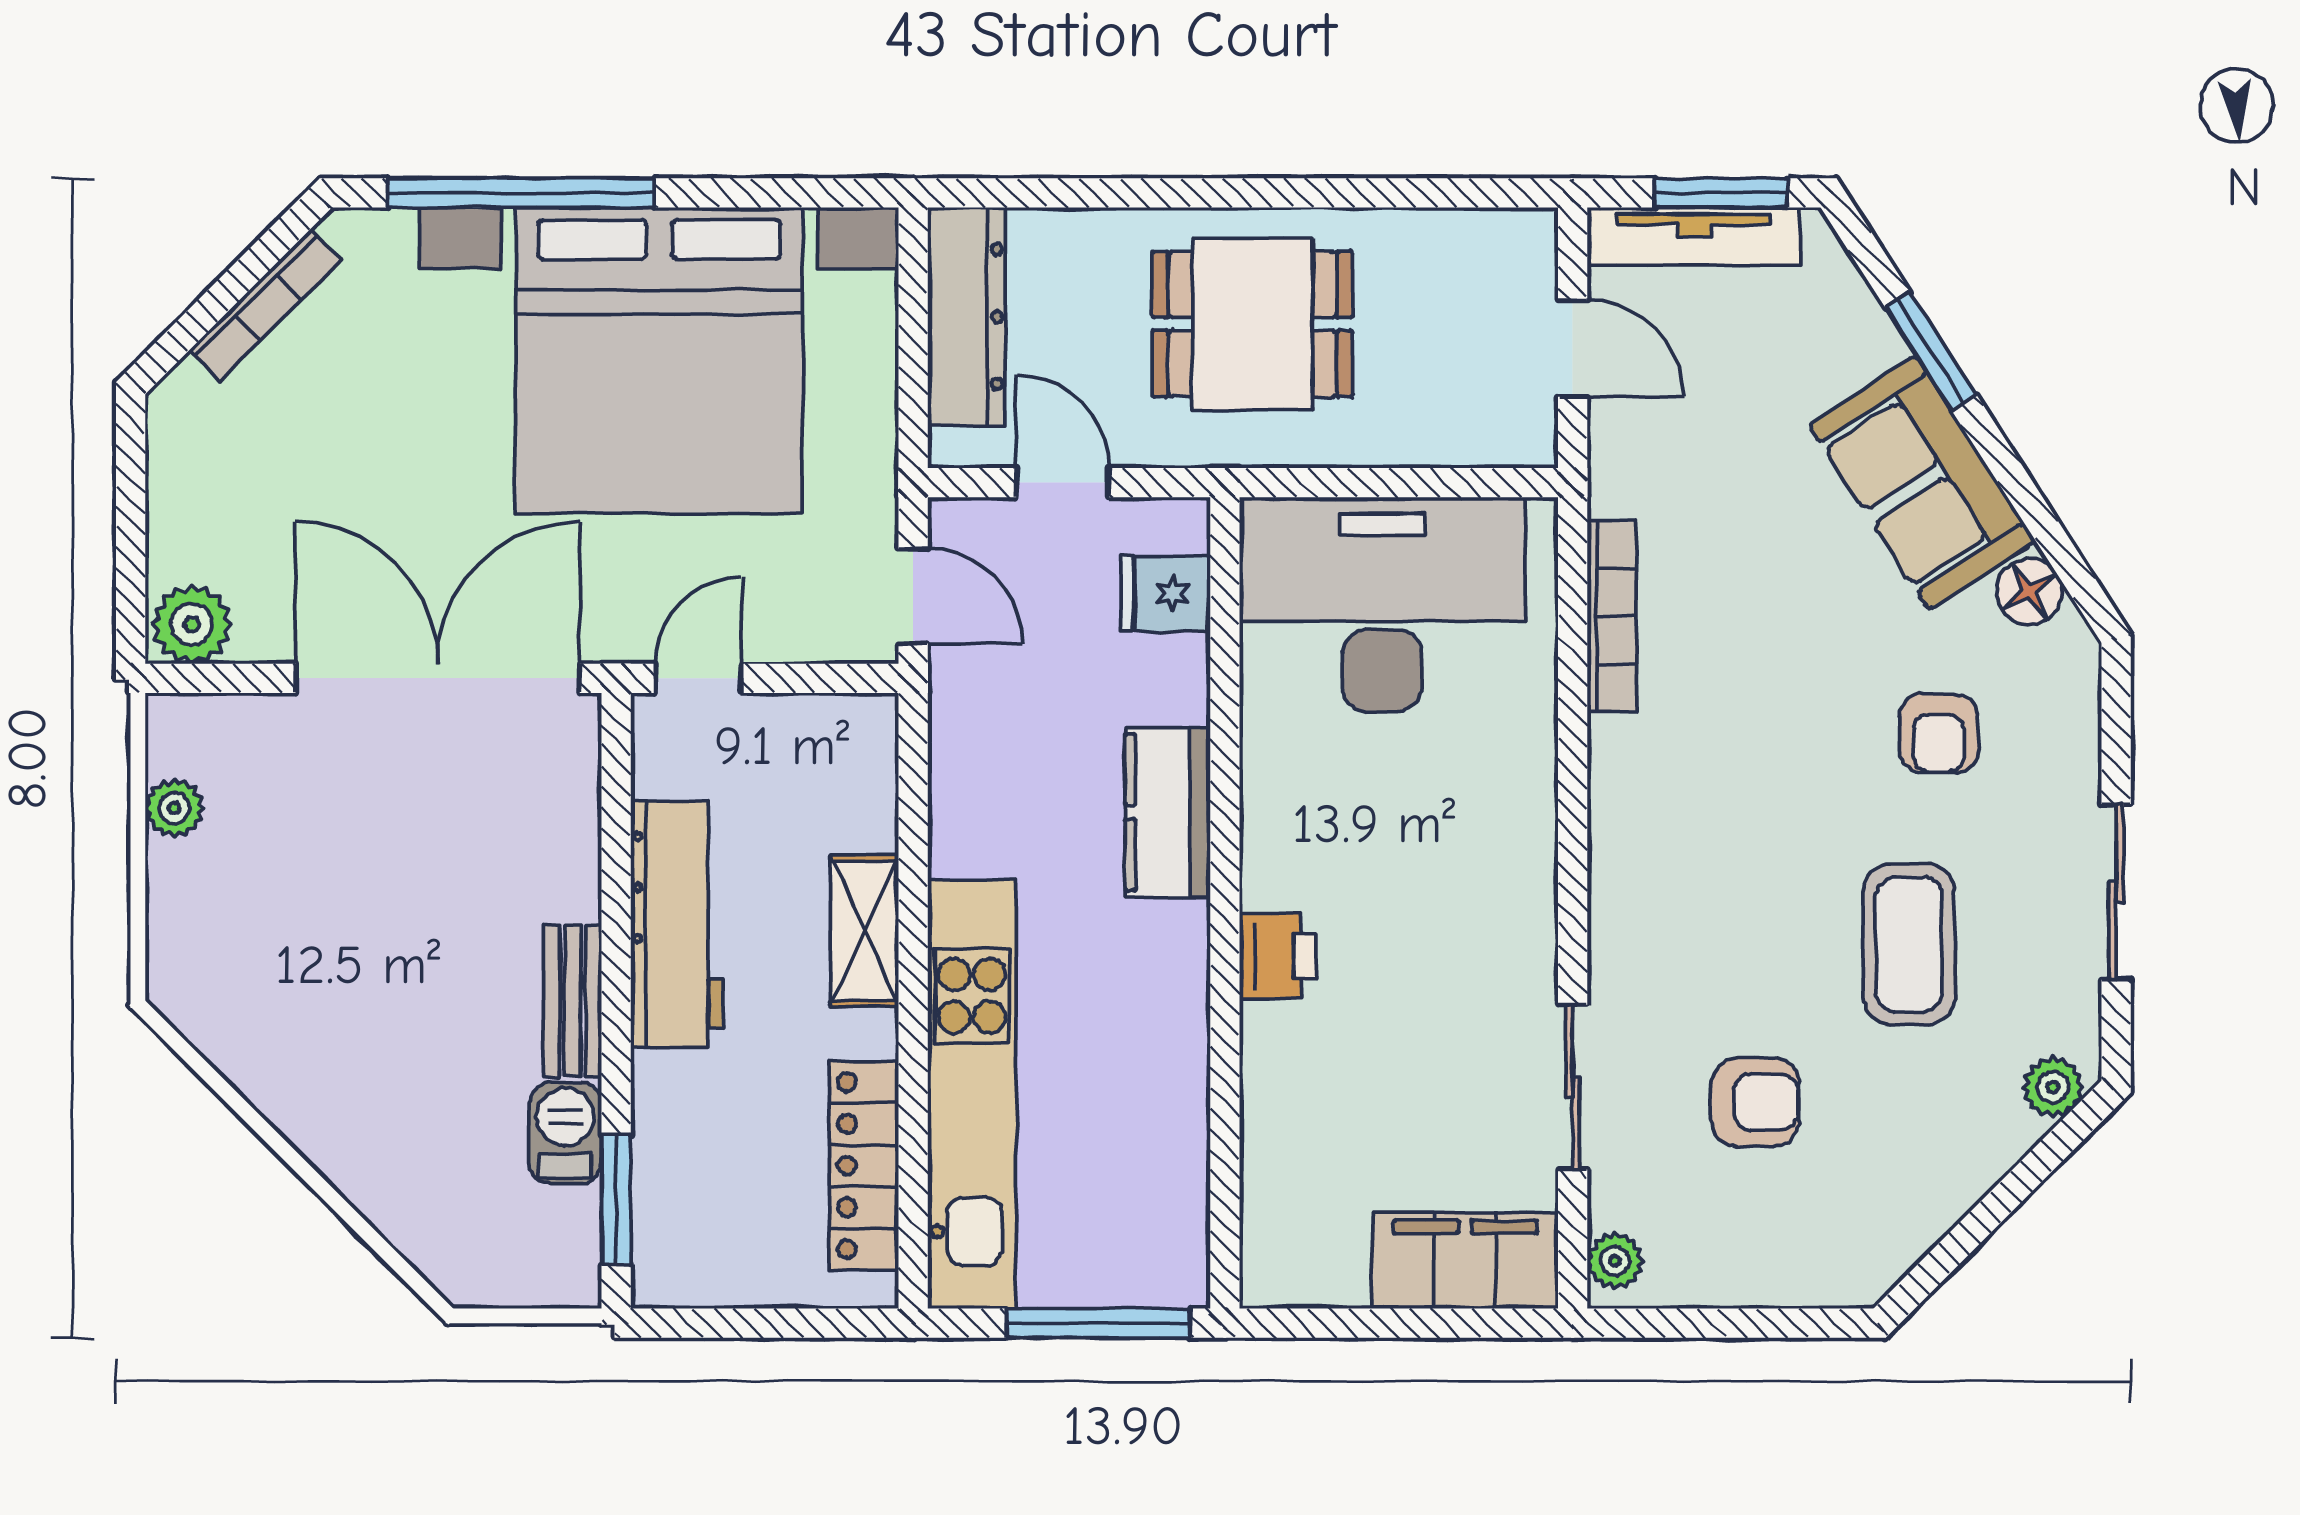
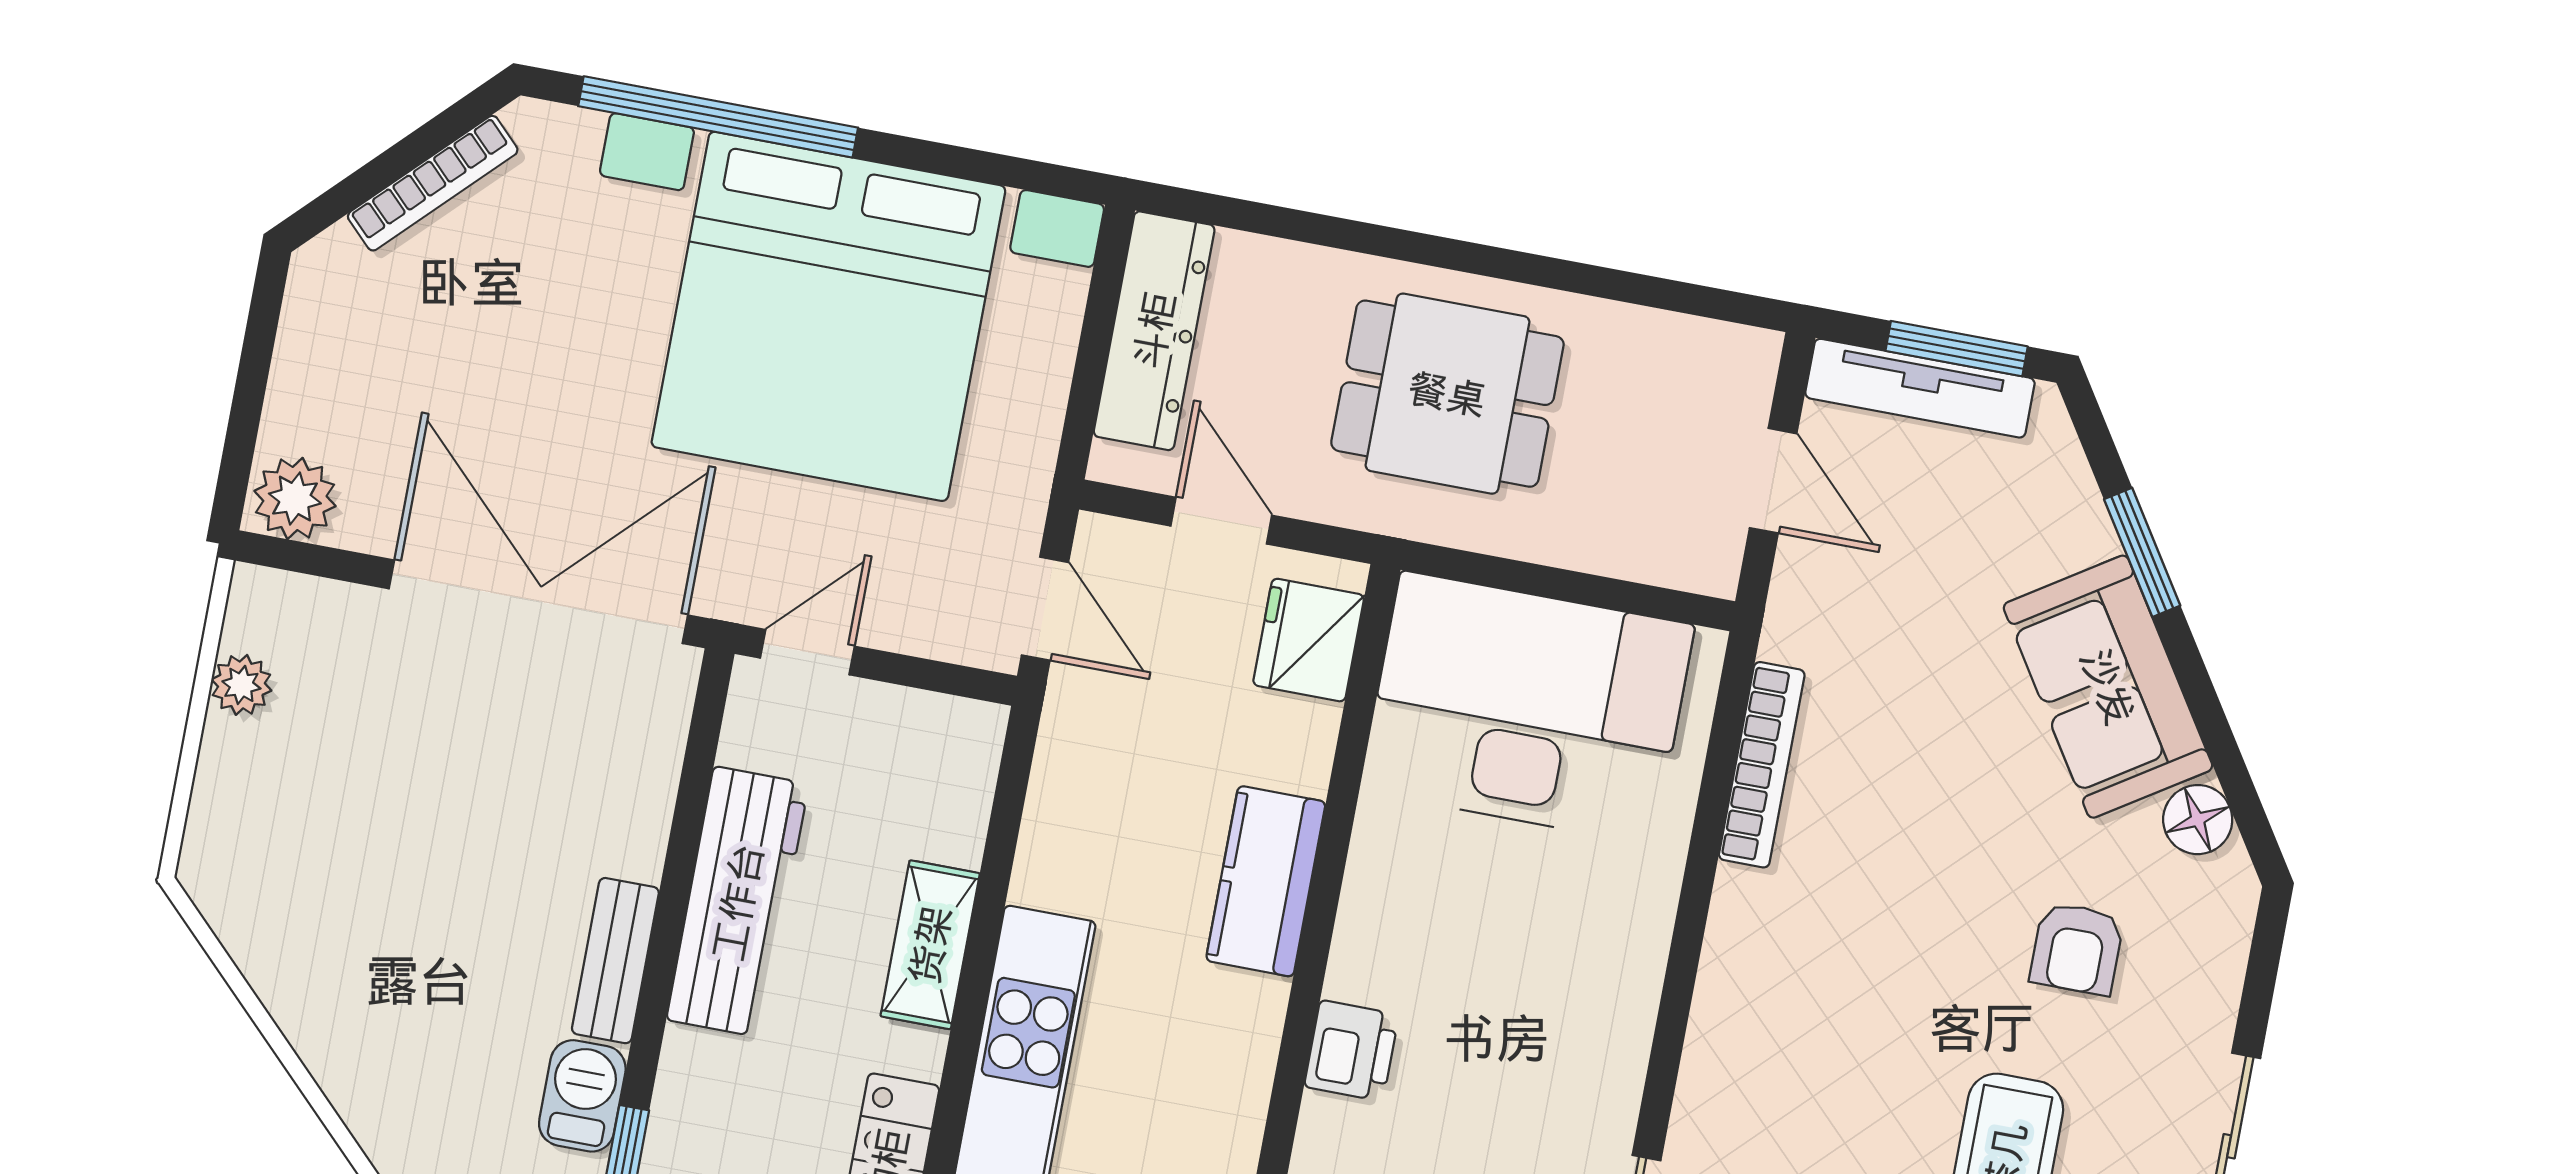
fridge: (1166, 594) -> (1309, 640), width x1.38

